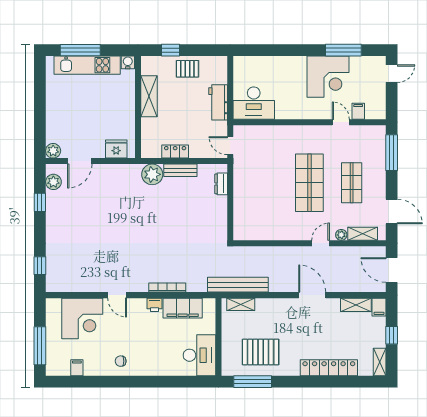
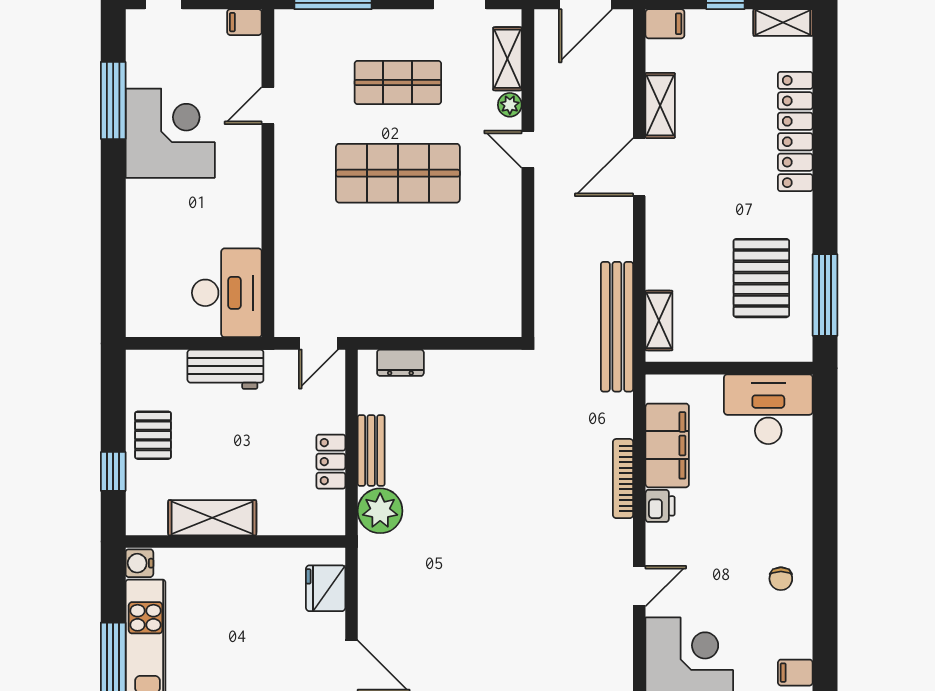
filing cabinet: (358, 111) -> (244, 22), moved
shelving: (356, 305) -> (660, 105), moved

